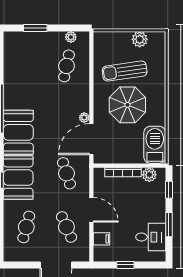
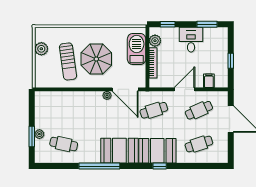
plant: (71, 37) -> (39, 134), moved
cafe table: (66, 66) -> (64, 144), moved
barbecue: (155, 145) -> (137, 49), moved, turned 90
window: (169, 225) -> (207, 24), moved
cafe table: (26, 227) -> (199, 144), turned -33
desk: (151, 237) -> (191, 40), moved

